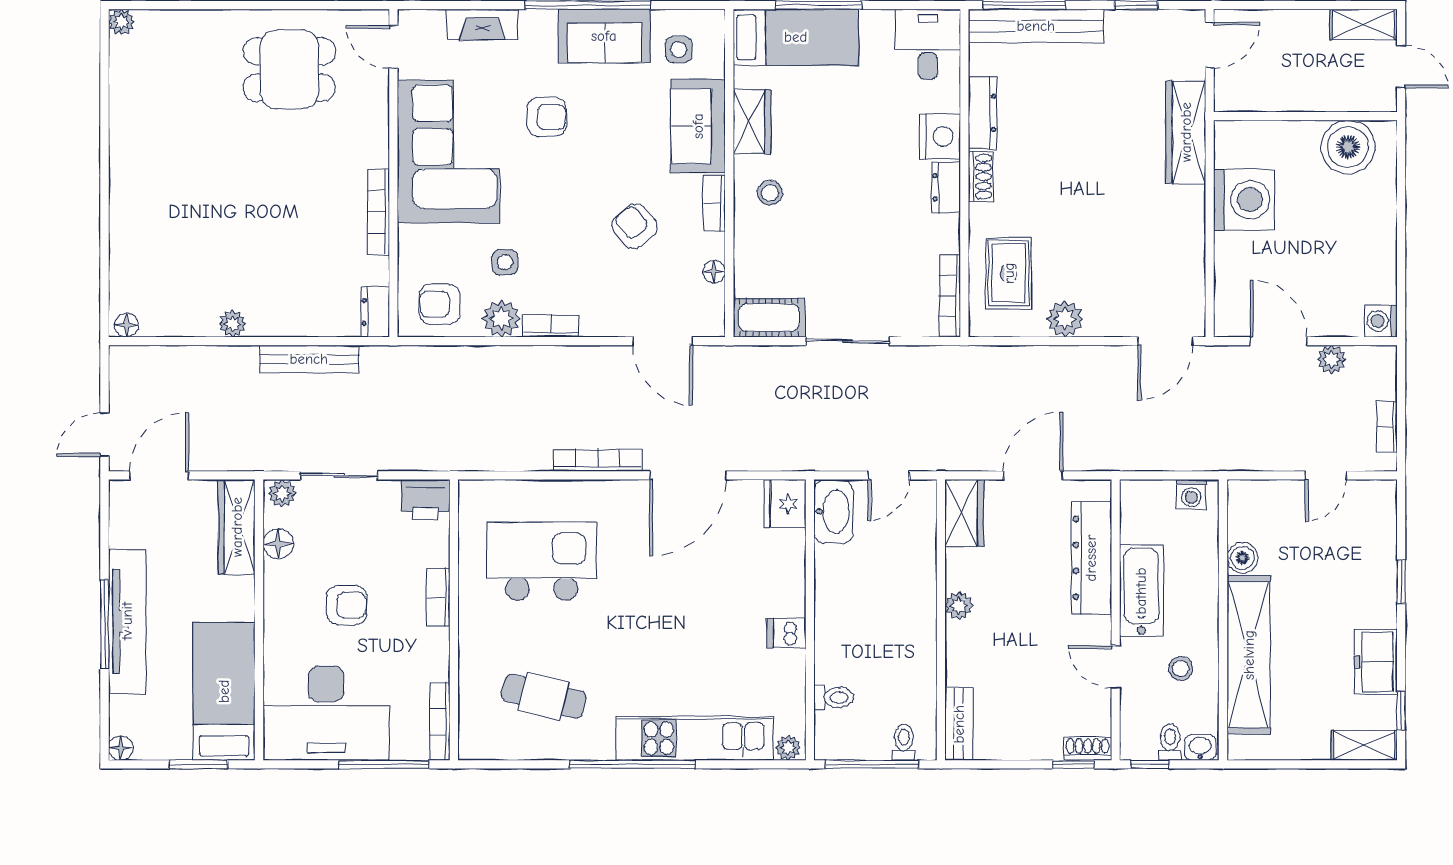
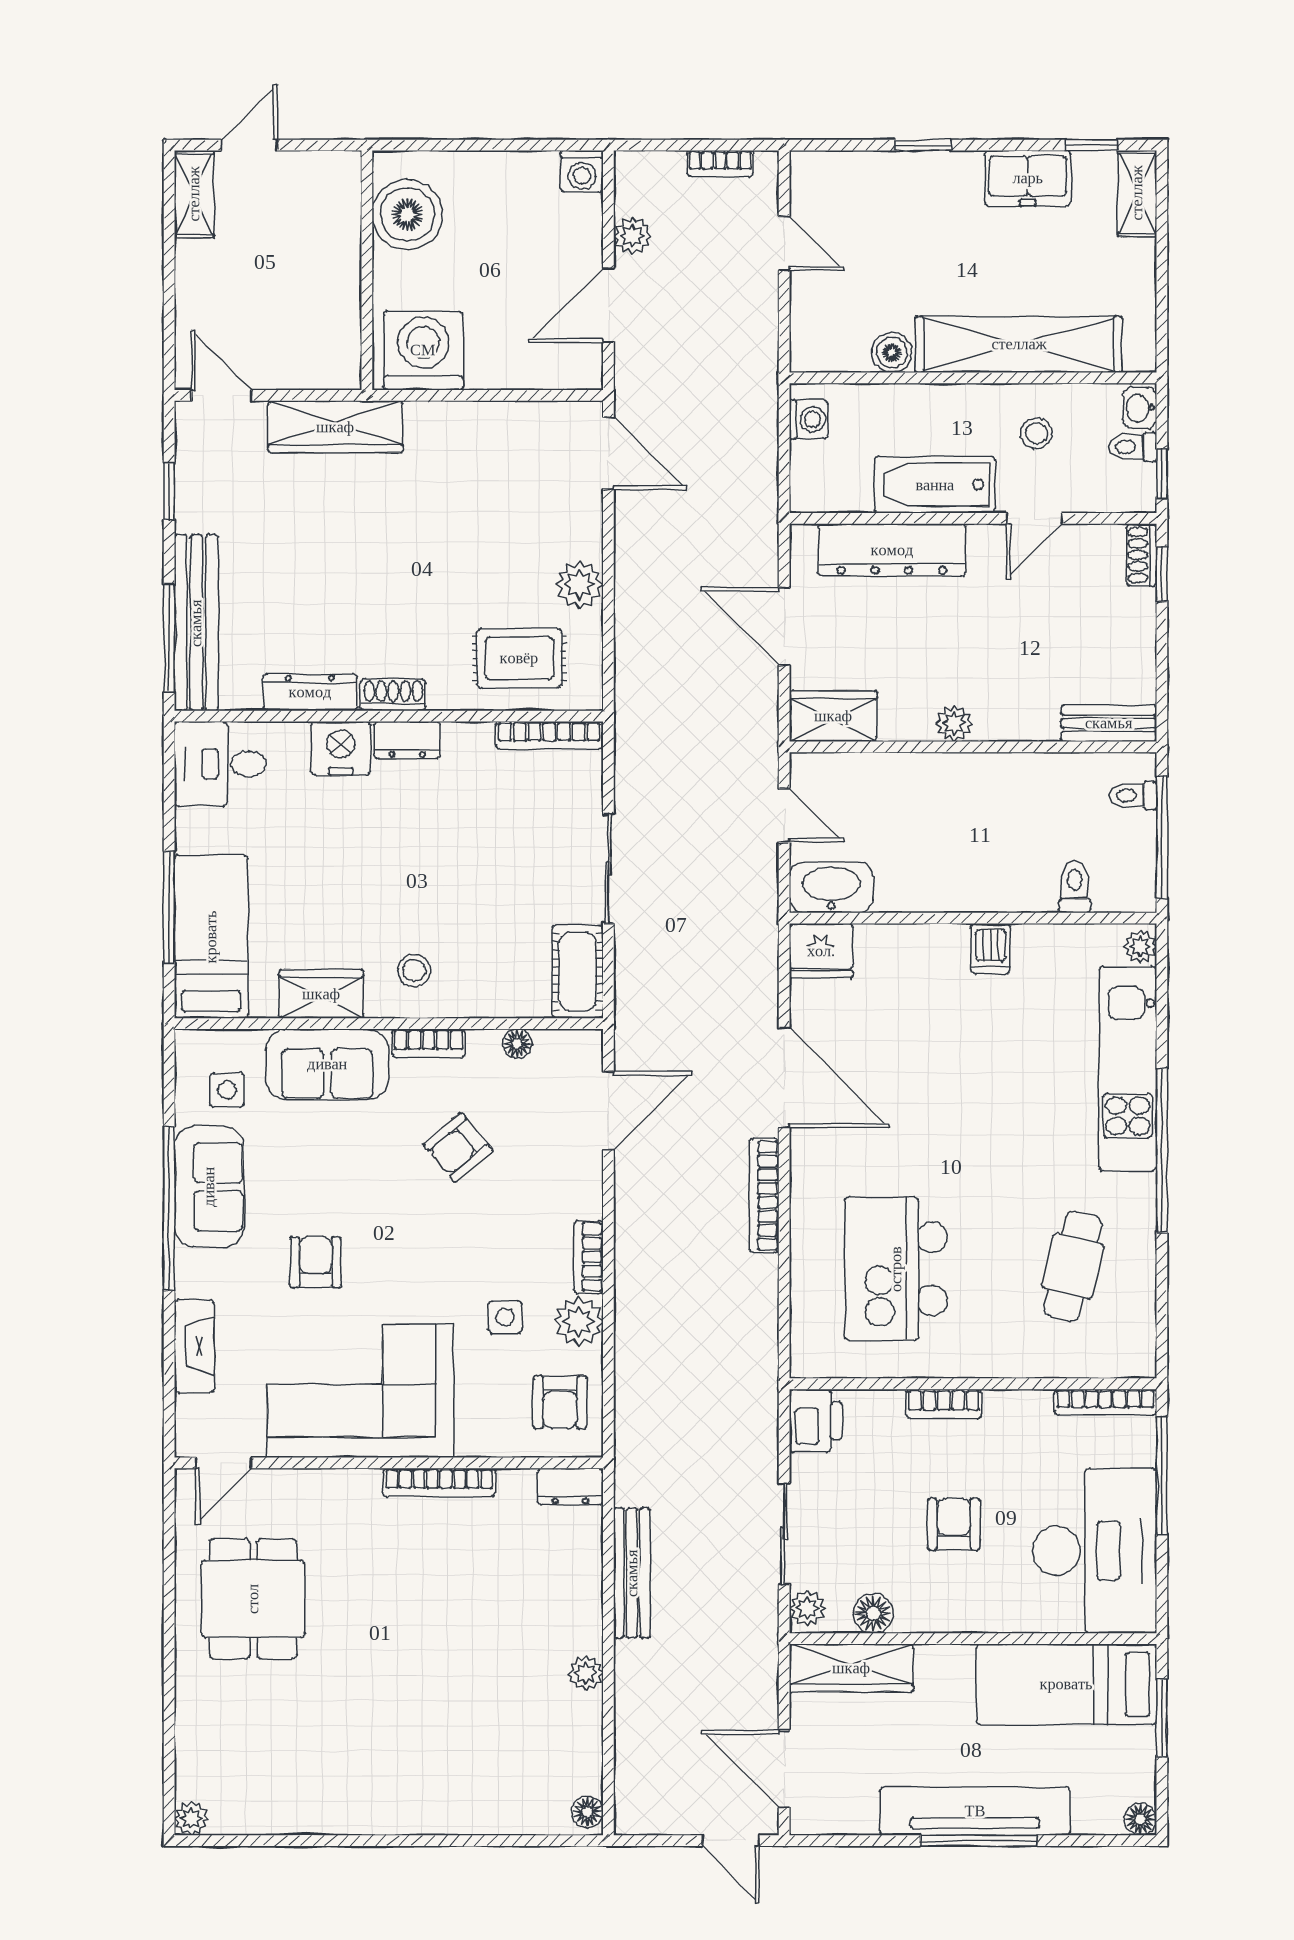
wall: (1305, 116) -> (367, 270), moved
boiler: (1348, 147) -> (407, 214), moved

